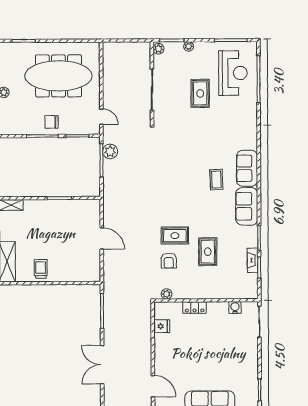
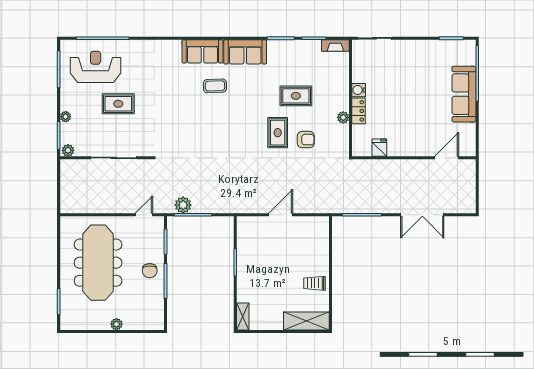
fireplace: (253, 260) -> (335, 46), moved
plant: (167, 294) -> (343, 117), moved
water cooler: (235, 308) -> (359, 90), moved

